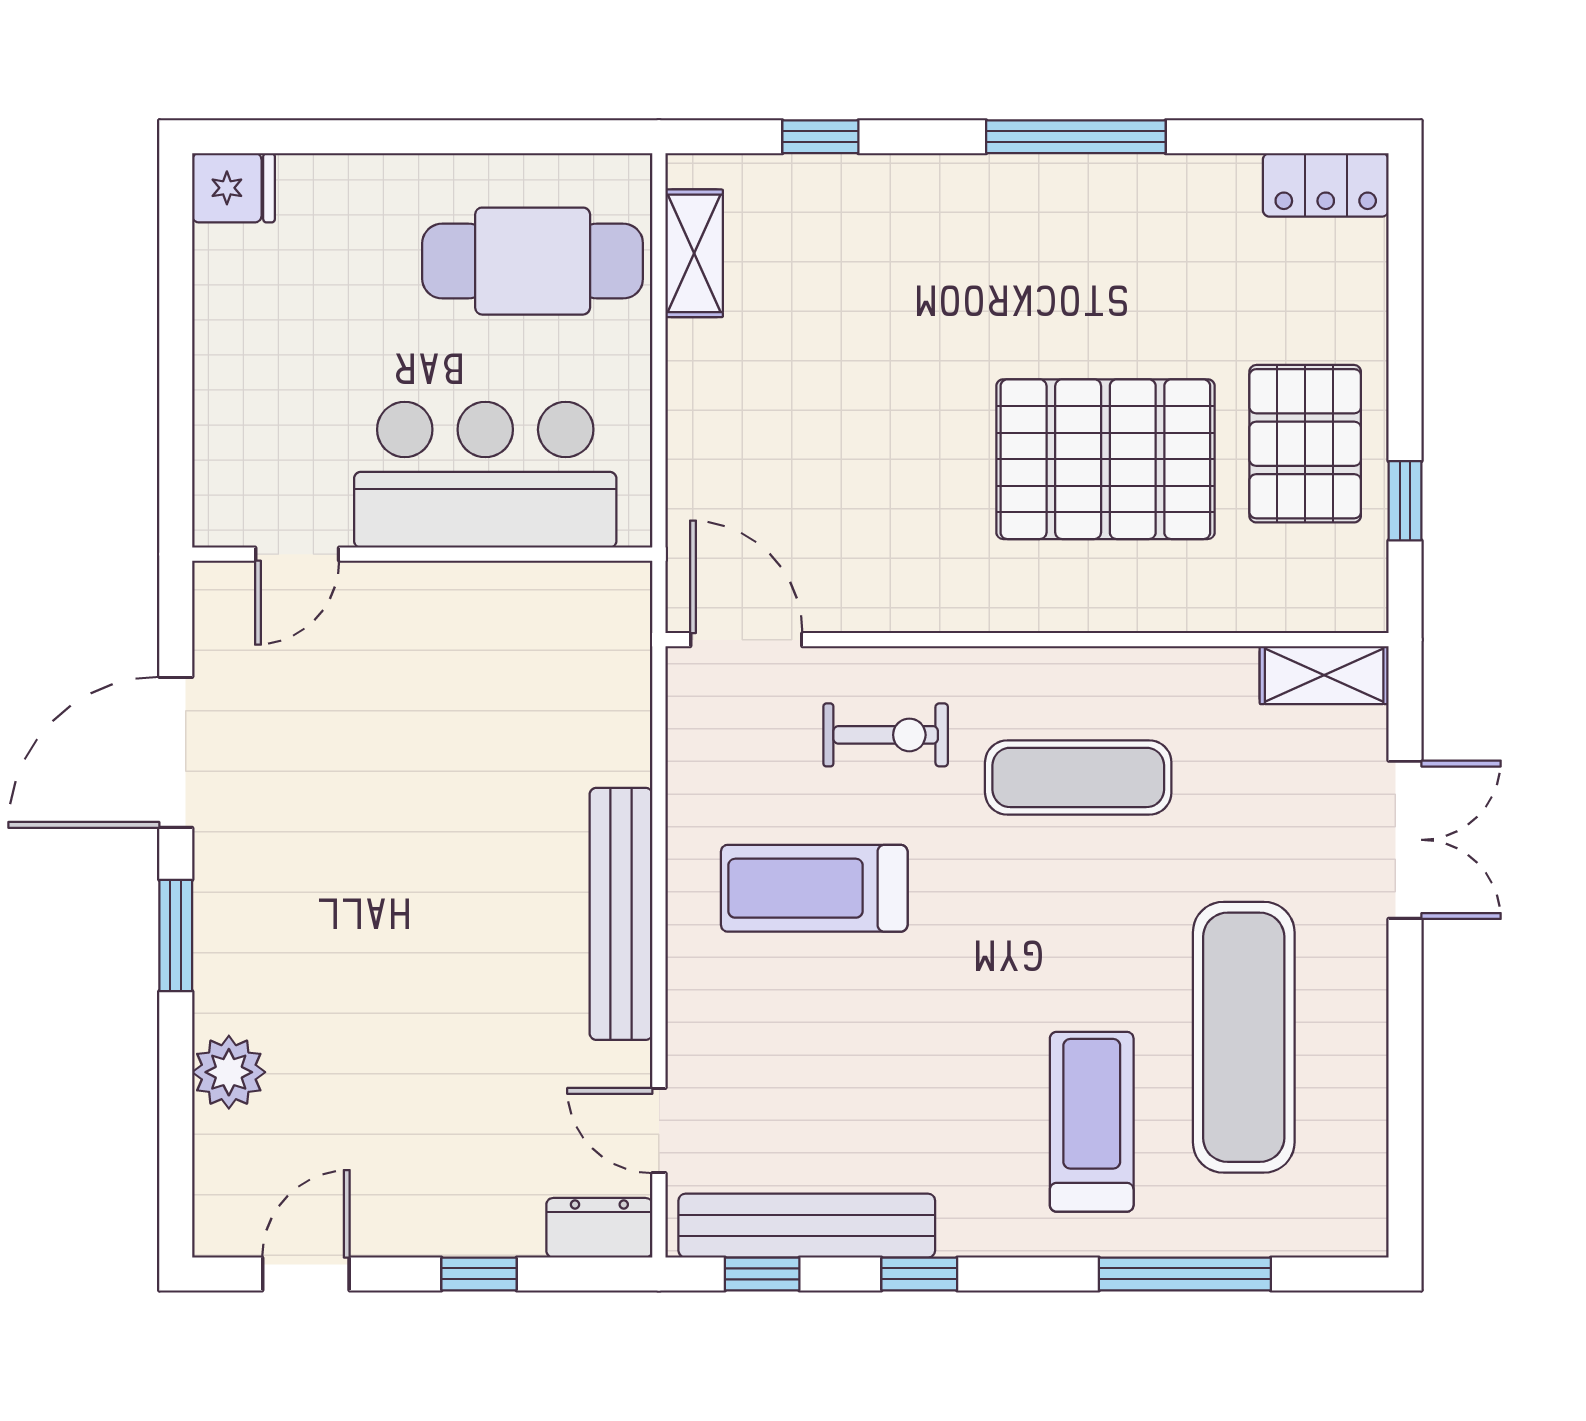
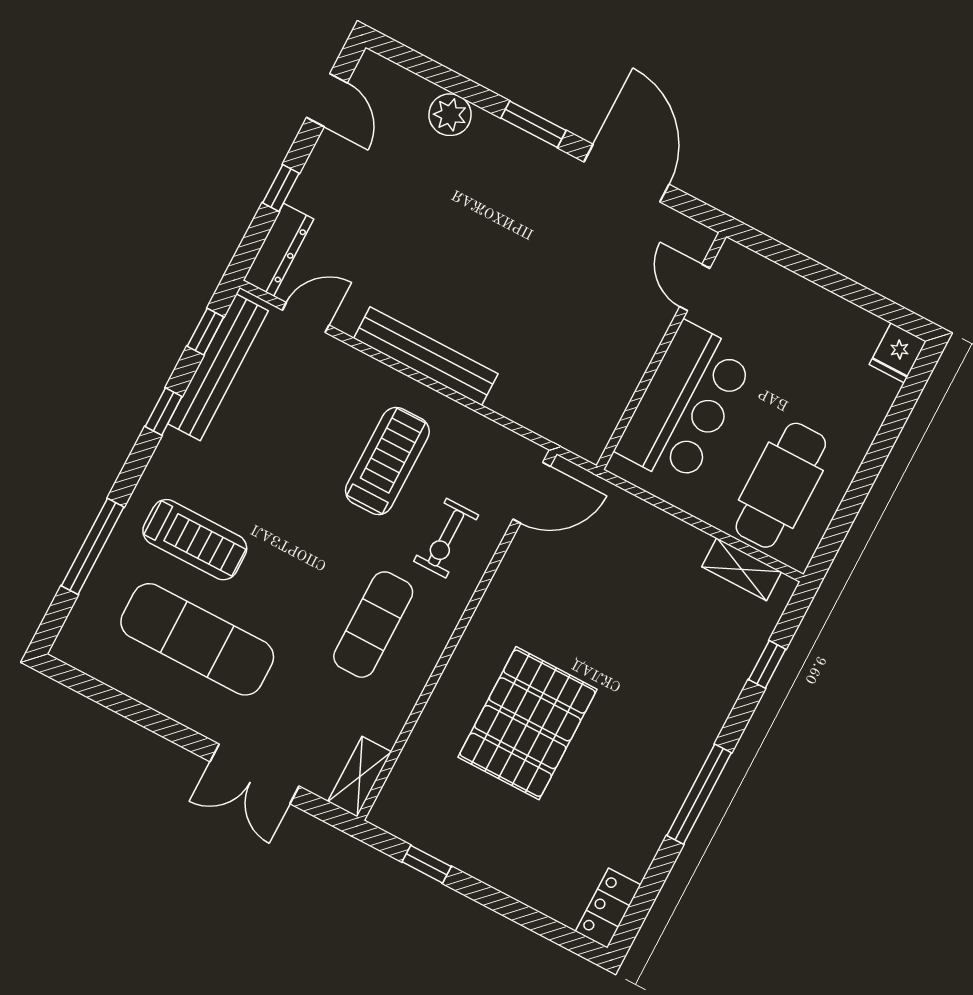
pallet: (1305, 444) -> (482, 829), removed
dresser: (599, 1228) -> (278, 250), width x1.44

